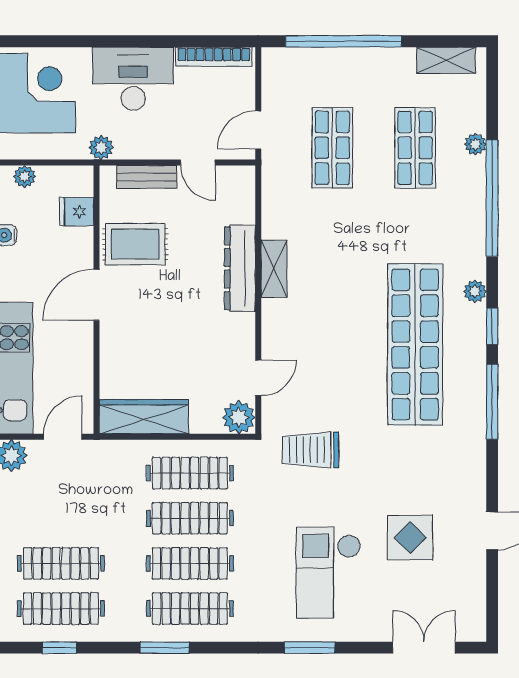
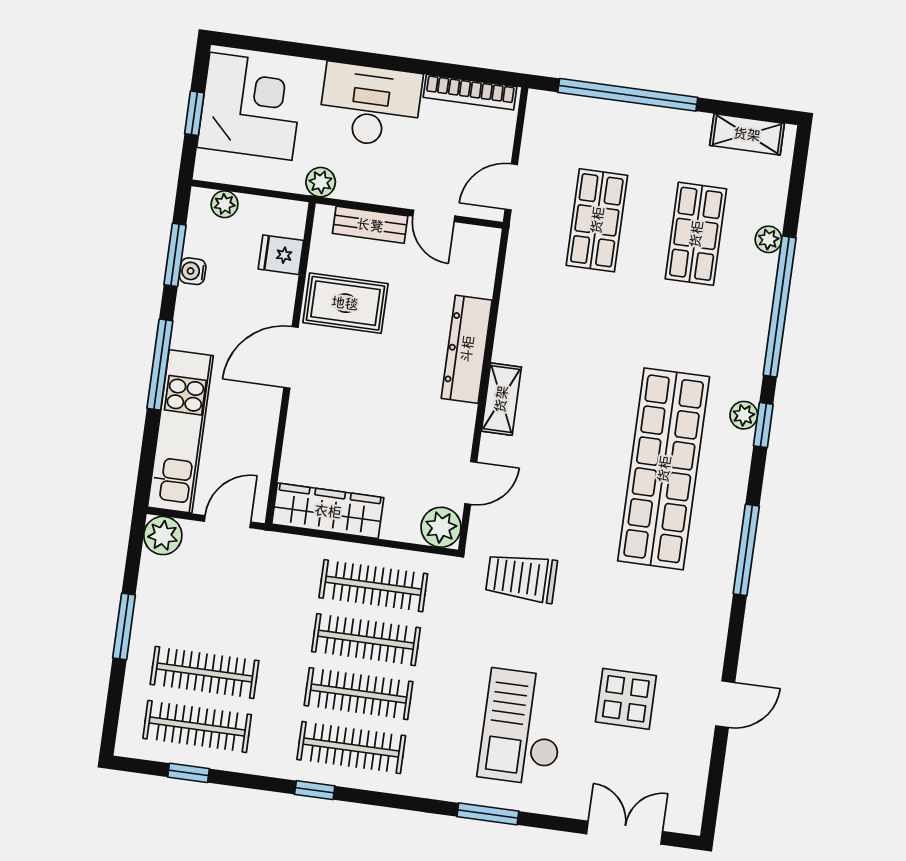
shelving: (274, 269) -> (501, 399), moved
window: (492, 326) -> (763, 425), moved
window: (165, 648) -> (315, 790), width x0.67

